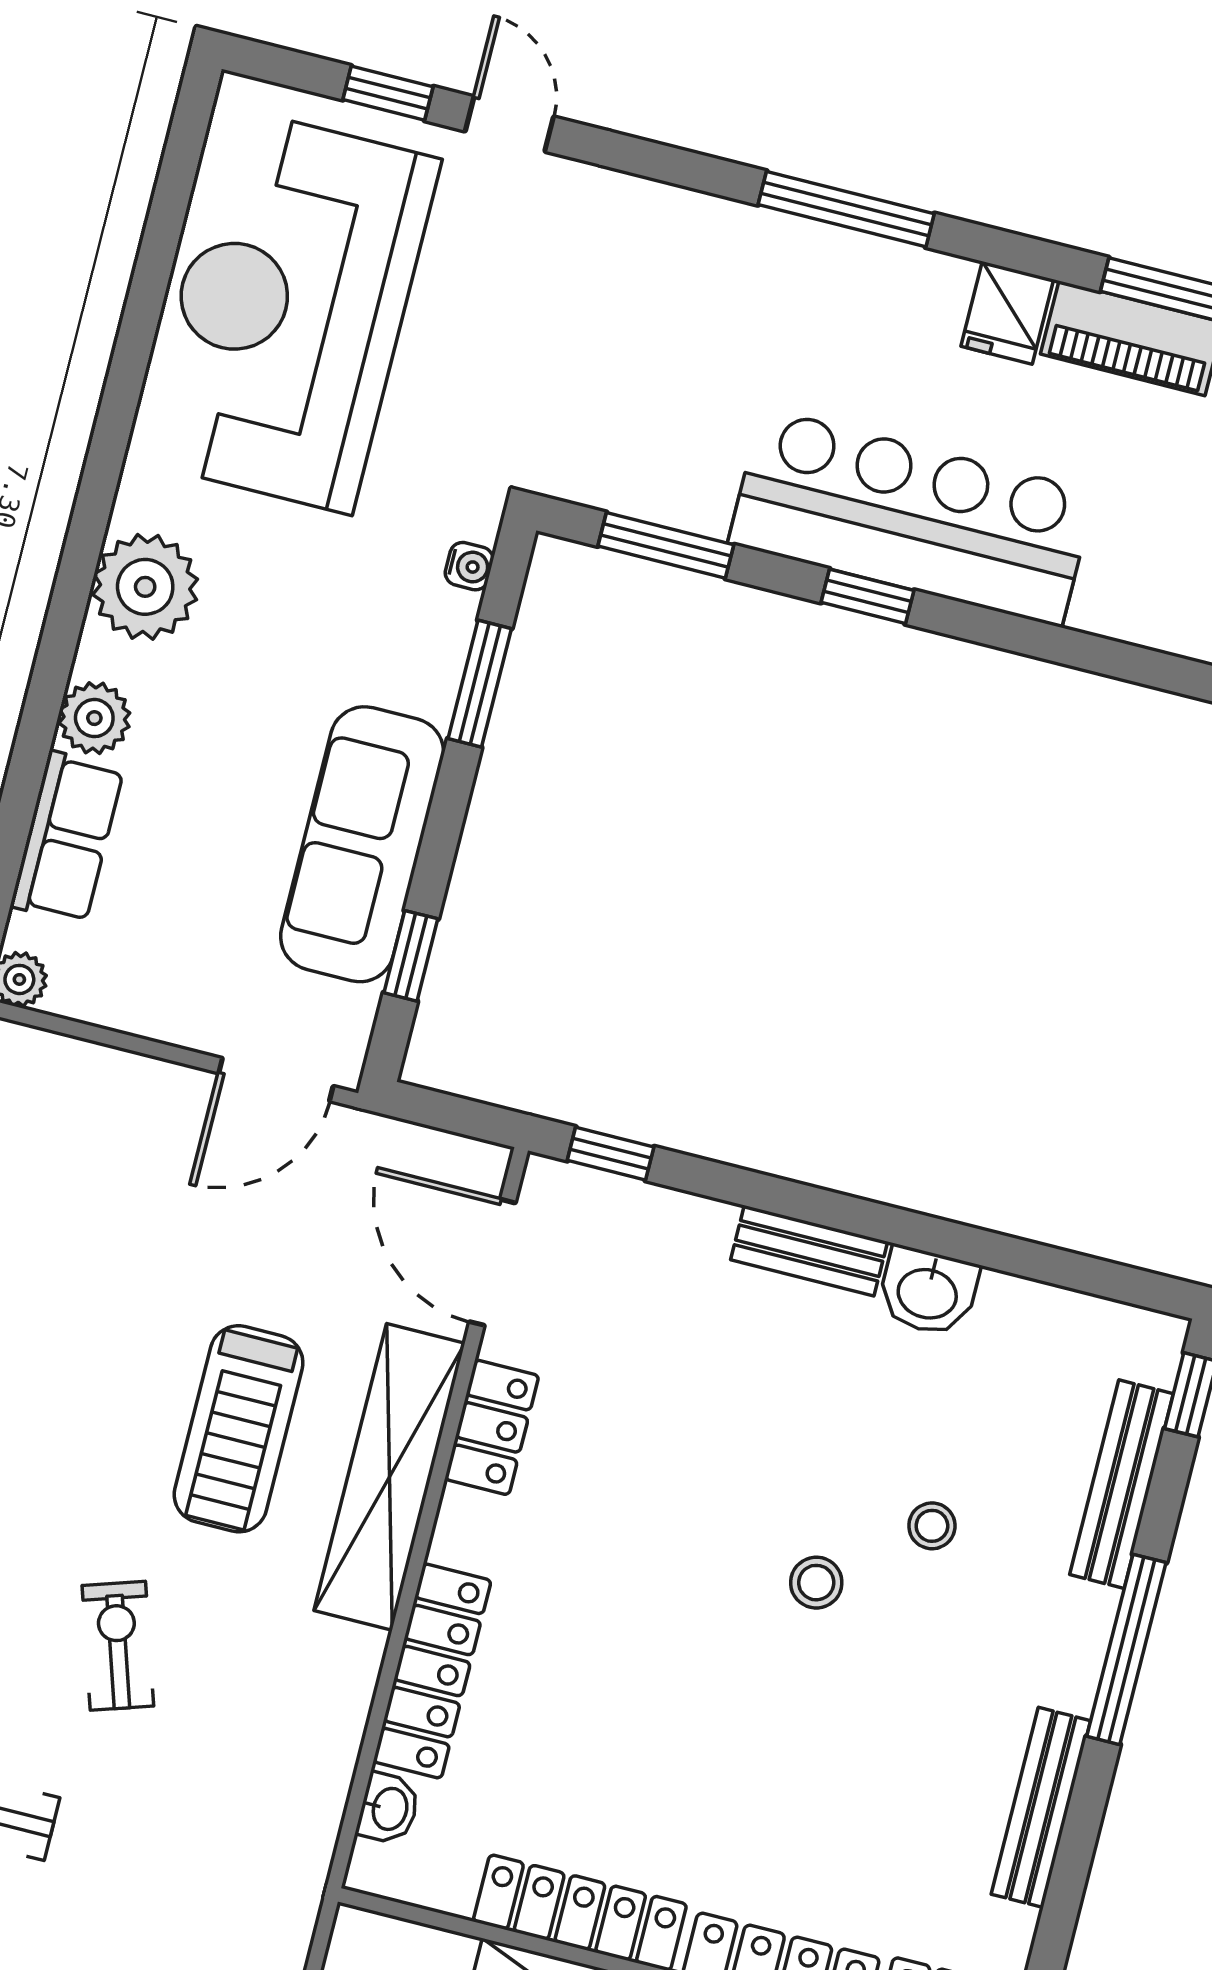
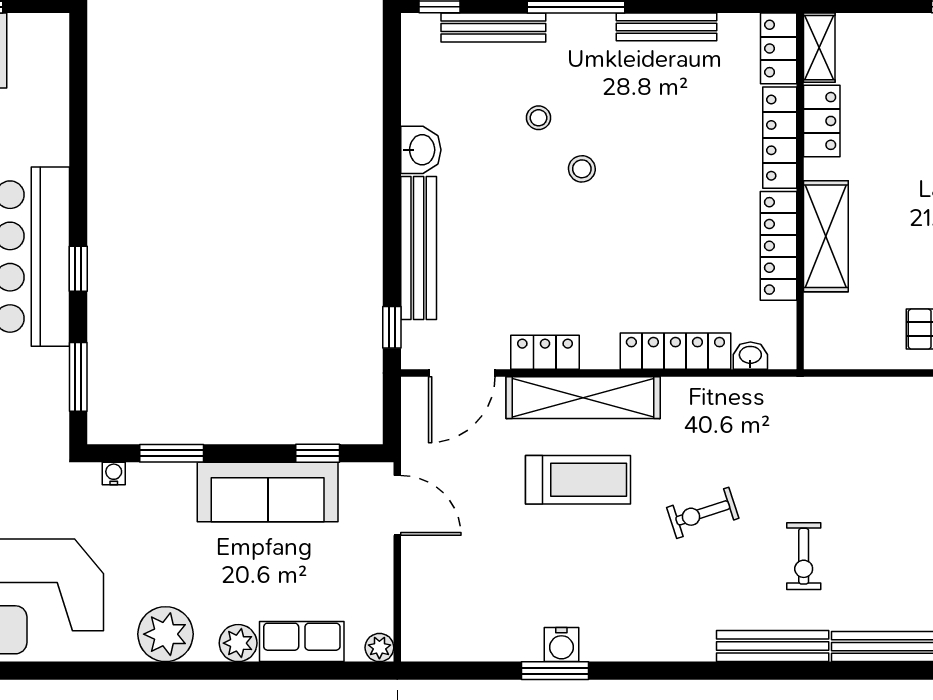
bench: (809, 1251) -> (419, 248), width x1.86, depth x1.21

